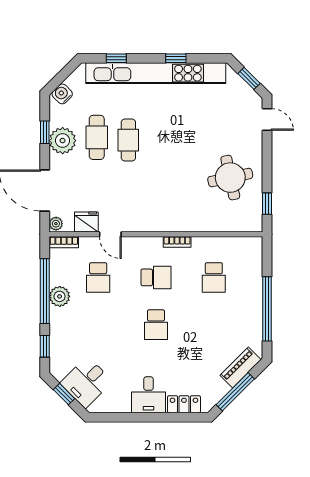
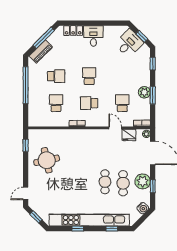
door: (267, 120) -> (26, 193), hinge flipped
window: (45, 291) -> (153, 95), width x0.47
school desk: (214, 325) -> (56, 76), added

